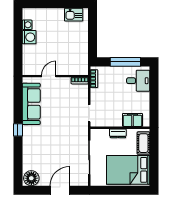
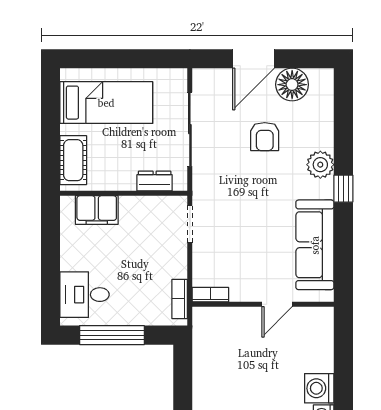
dresser: (118, 133) -> (155, 181), moved
plant: (29, 141) -> (320, 165), added
armchair: (54, 154) -> (265, 137), added
bed: (128, 170) -> (106, 103), width x0.67
floor lamp: (31, 178) -> (292, 85), moved

